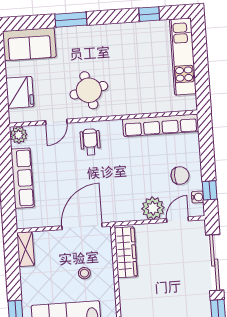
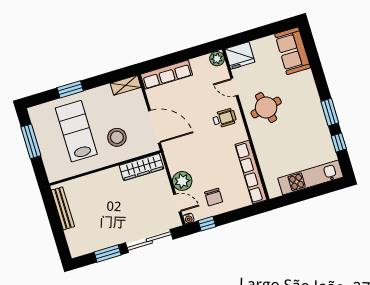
window: (71, 20) -> (330, 112), moved
fridge: (20, 92) -> (240, 56), moved
row of seats: (23, 178) -> (167, 75), moved
water cooler: (198, 197) -> (188, 218), moved
stool: (84, 273) -> (117, 137), width x1.89, depth x1.89

